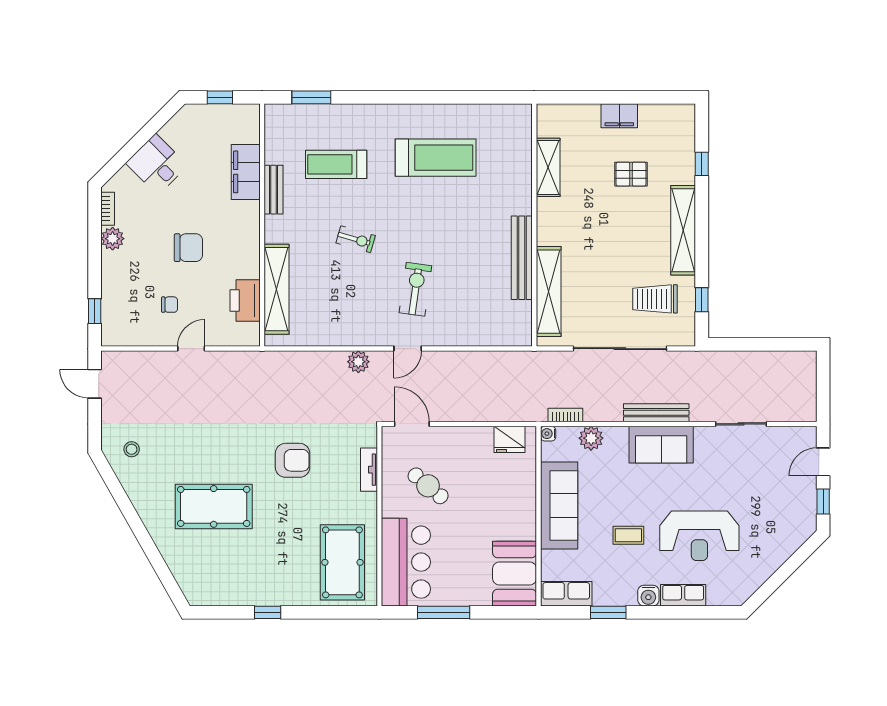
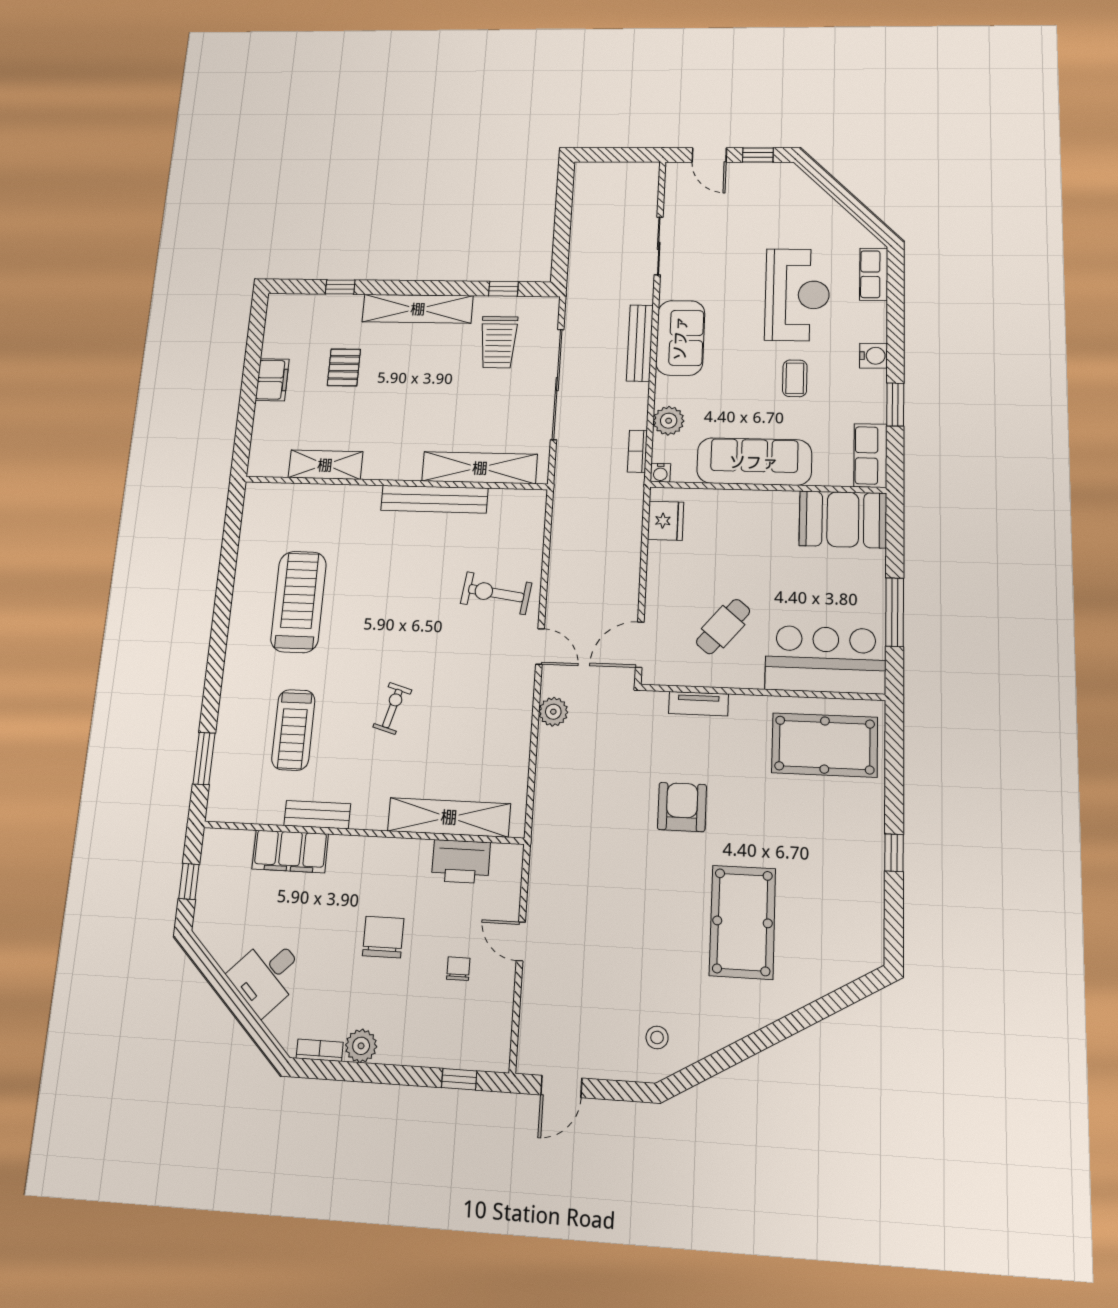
exercise bike: (415, 289) -> (496, 593), moved
row of seats: (683, 595) -> (874, 274), moved

